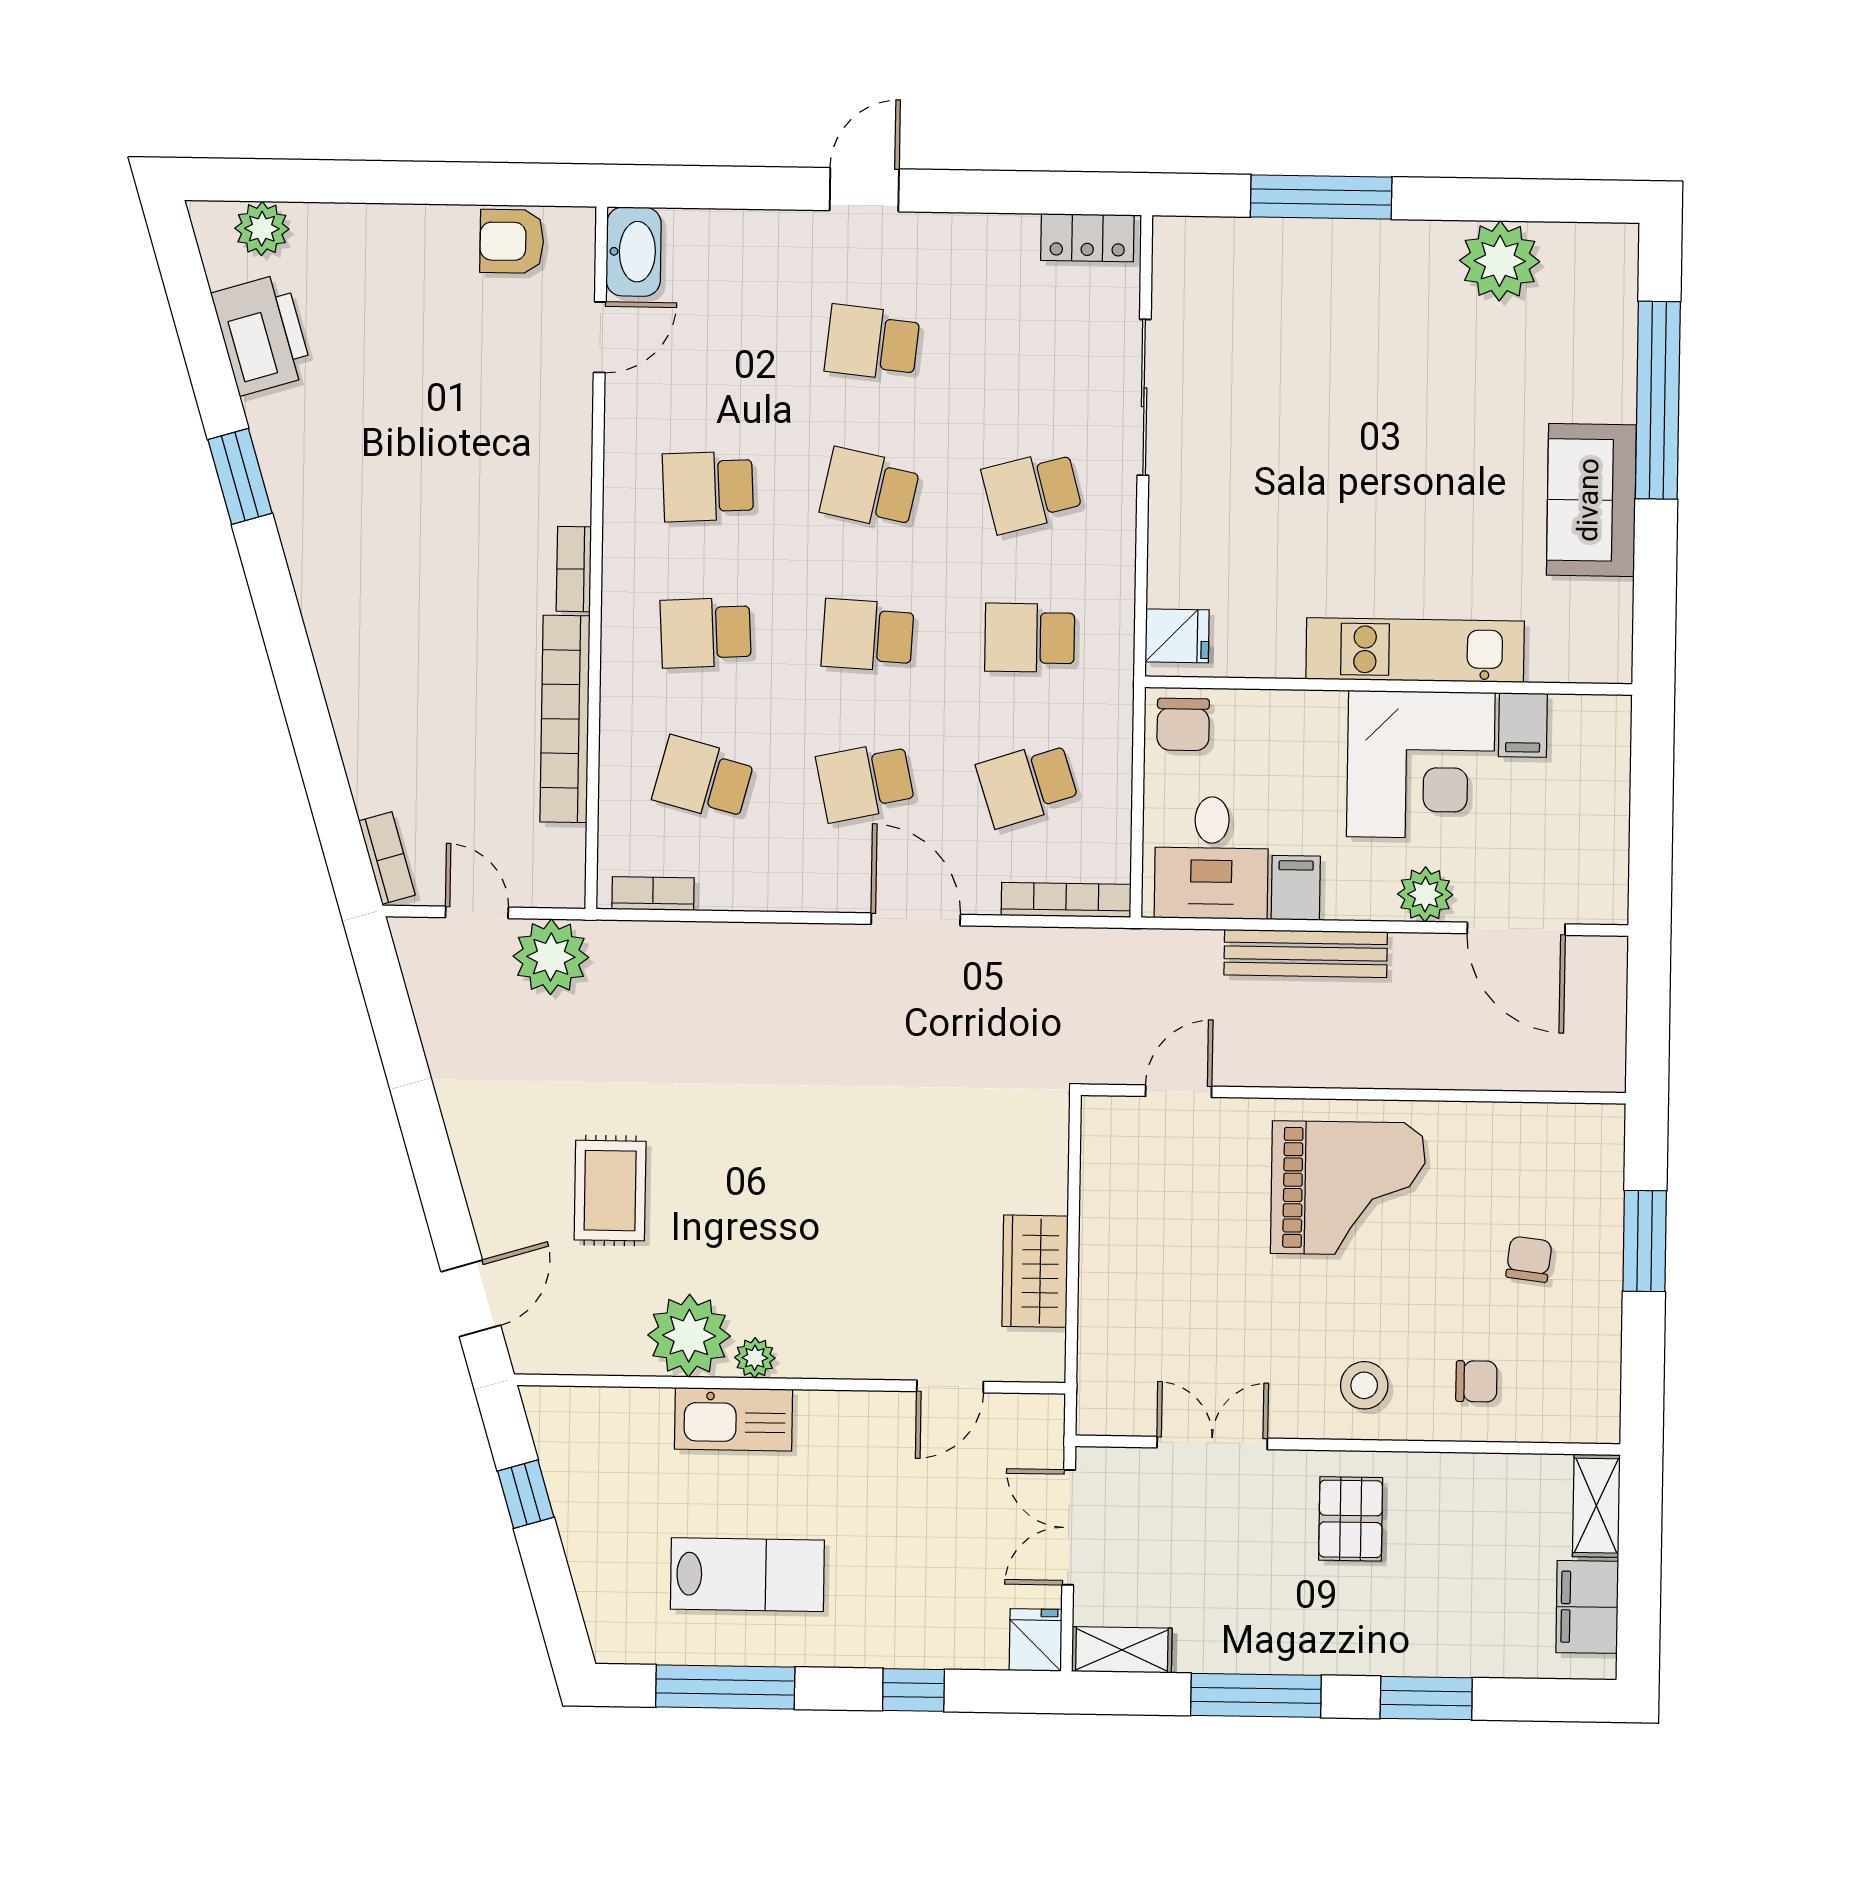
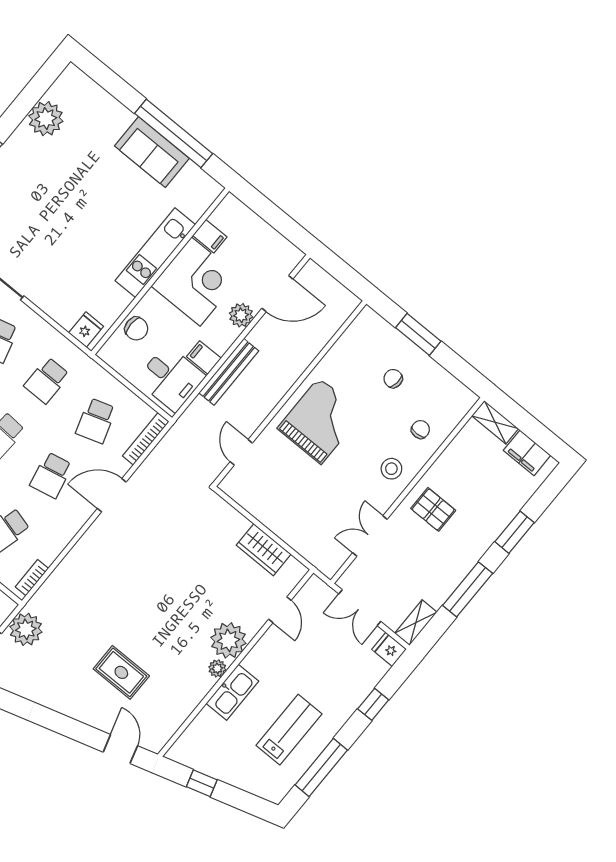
window: (1658, 400) -> (174, 133), moved
chair: (1183, 724) -> (136, 329), moved
plant: (689, 1336) -> (228, 640), moved

